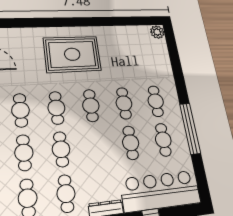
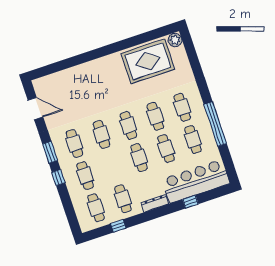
rug: (72, 54) -> (148, 61), moved
cafe table: (61, 149) -> (139, 158), moved

